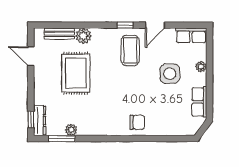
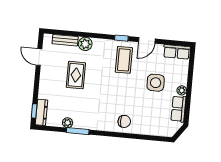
plant: (201, 67) -> (182, 90), moved
rug: (76, 73) -> (76, 75), width x0.73, depth x0.70
window: (62, 139) -> (78, 131), moved

